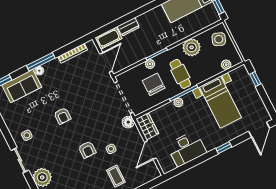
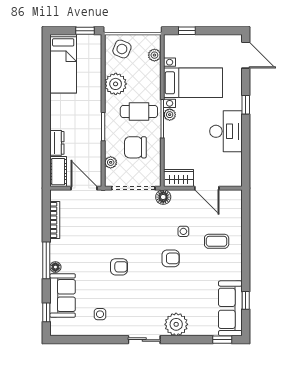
plant: (150, 64) -> (111, 162), moved
plant: (178, 102) -> (170, 115), moved
side table: (27, 135) -> (100, 314), moved
desk: (187, 149) -> (226, 131), moved

